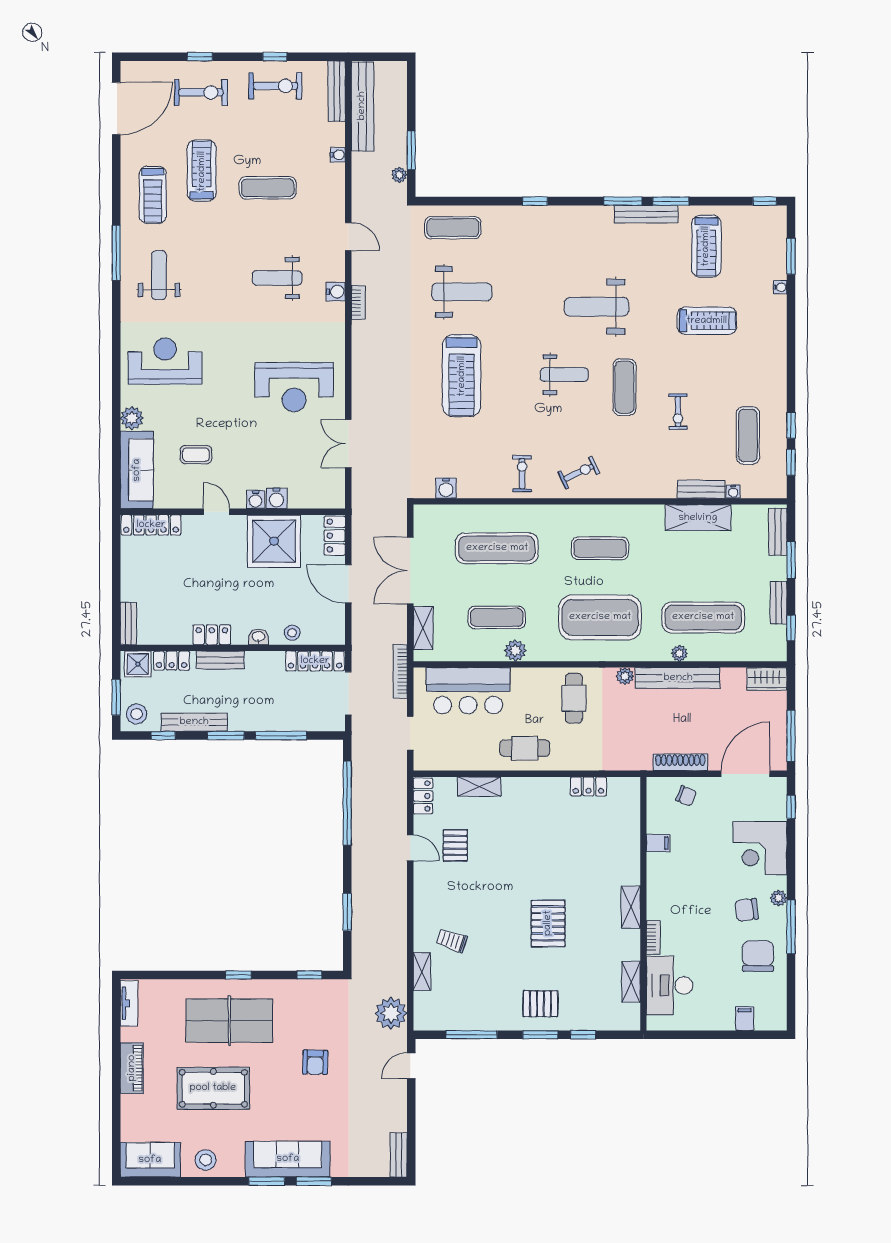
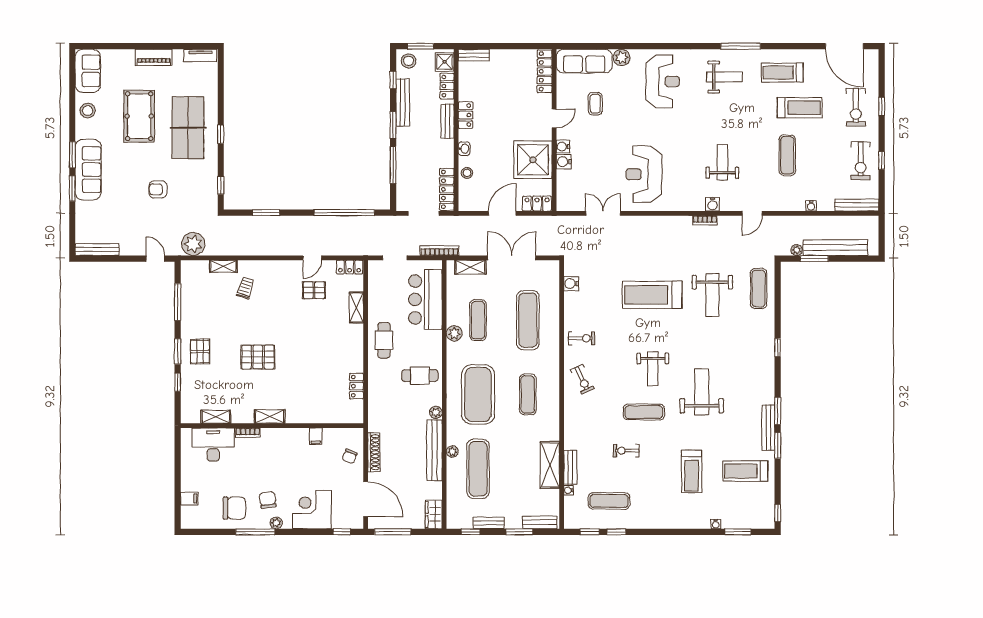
bench: (362, 106) -> (836, 248), moved
bench: (399, 1155) -> (97, 250), width x1.36

